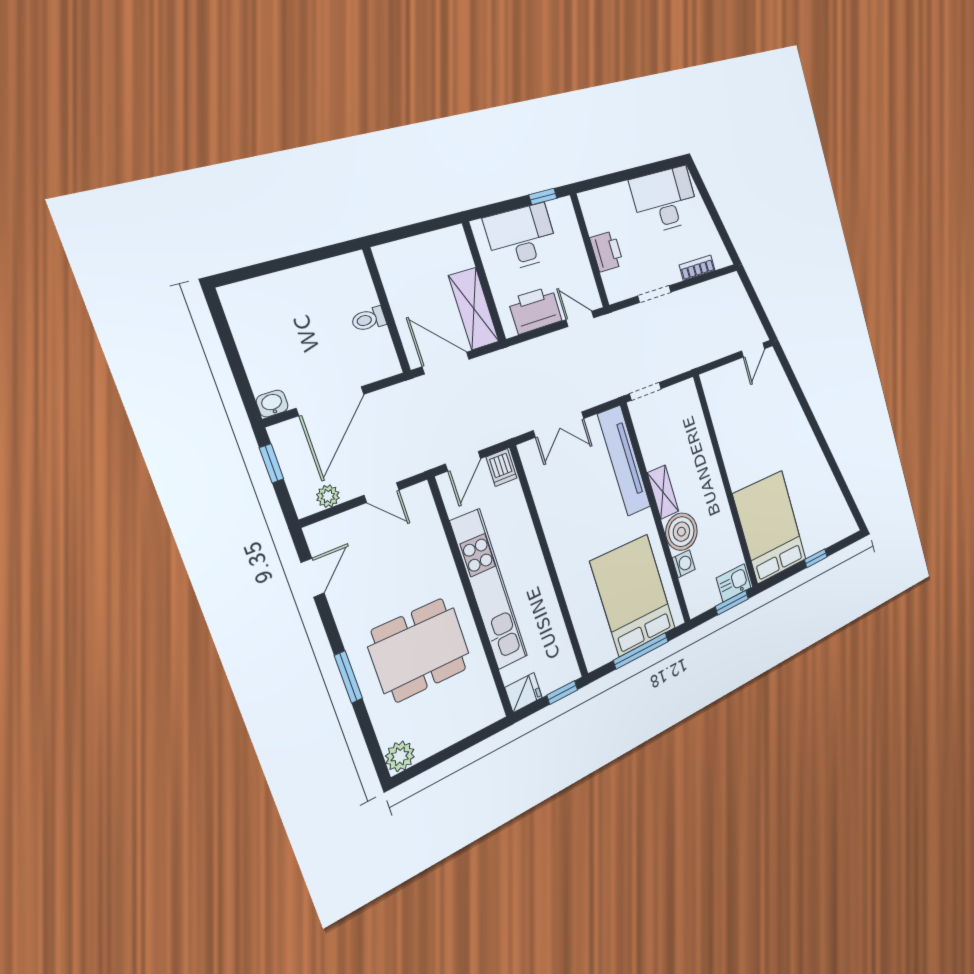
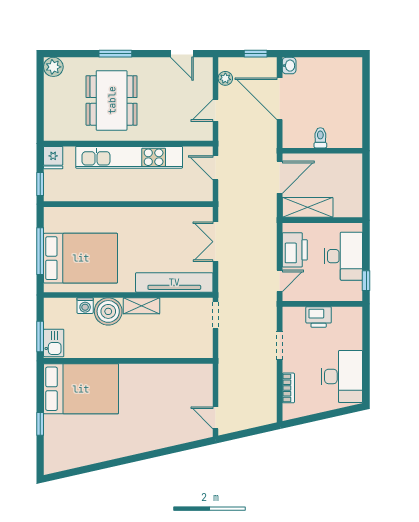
dishwasher: (501, 467) -> (202, 192), removed

